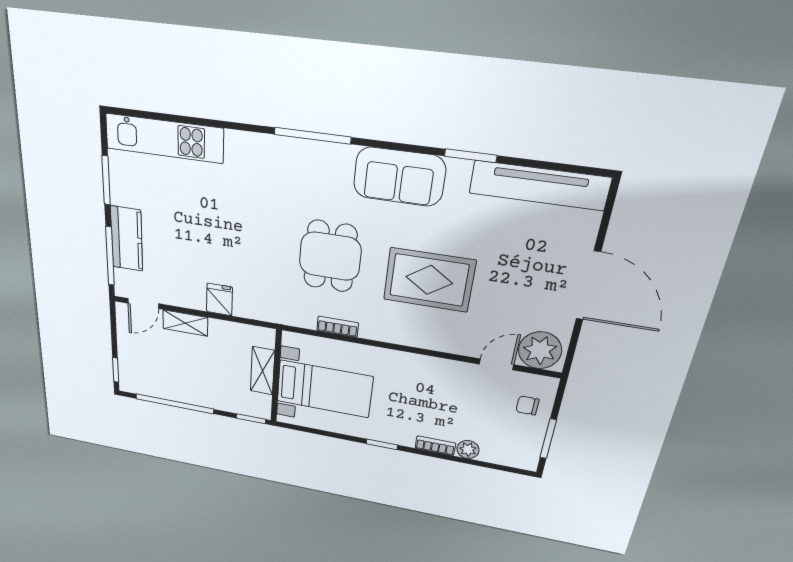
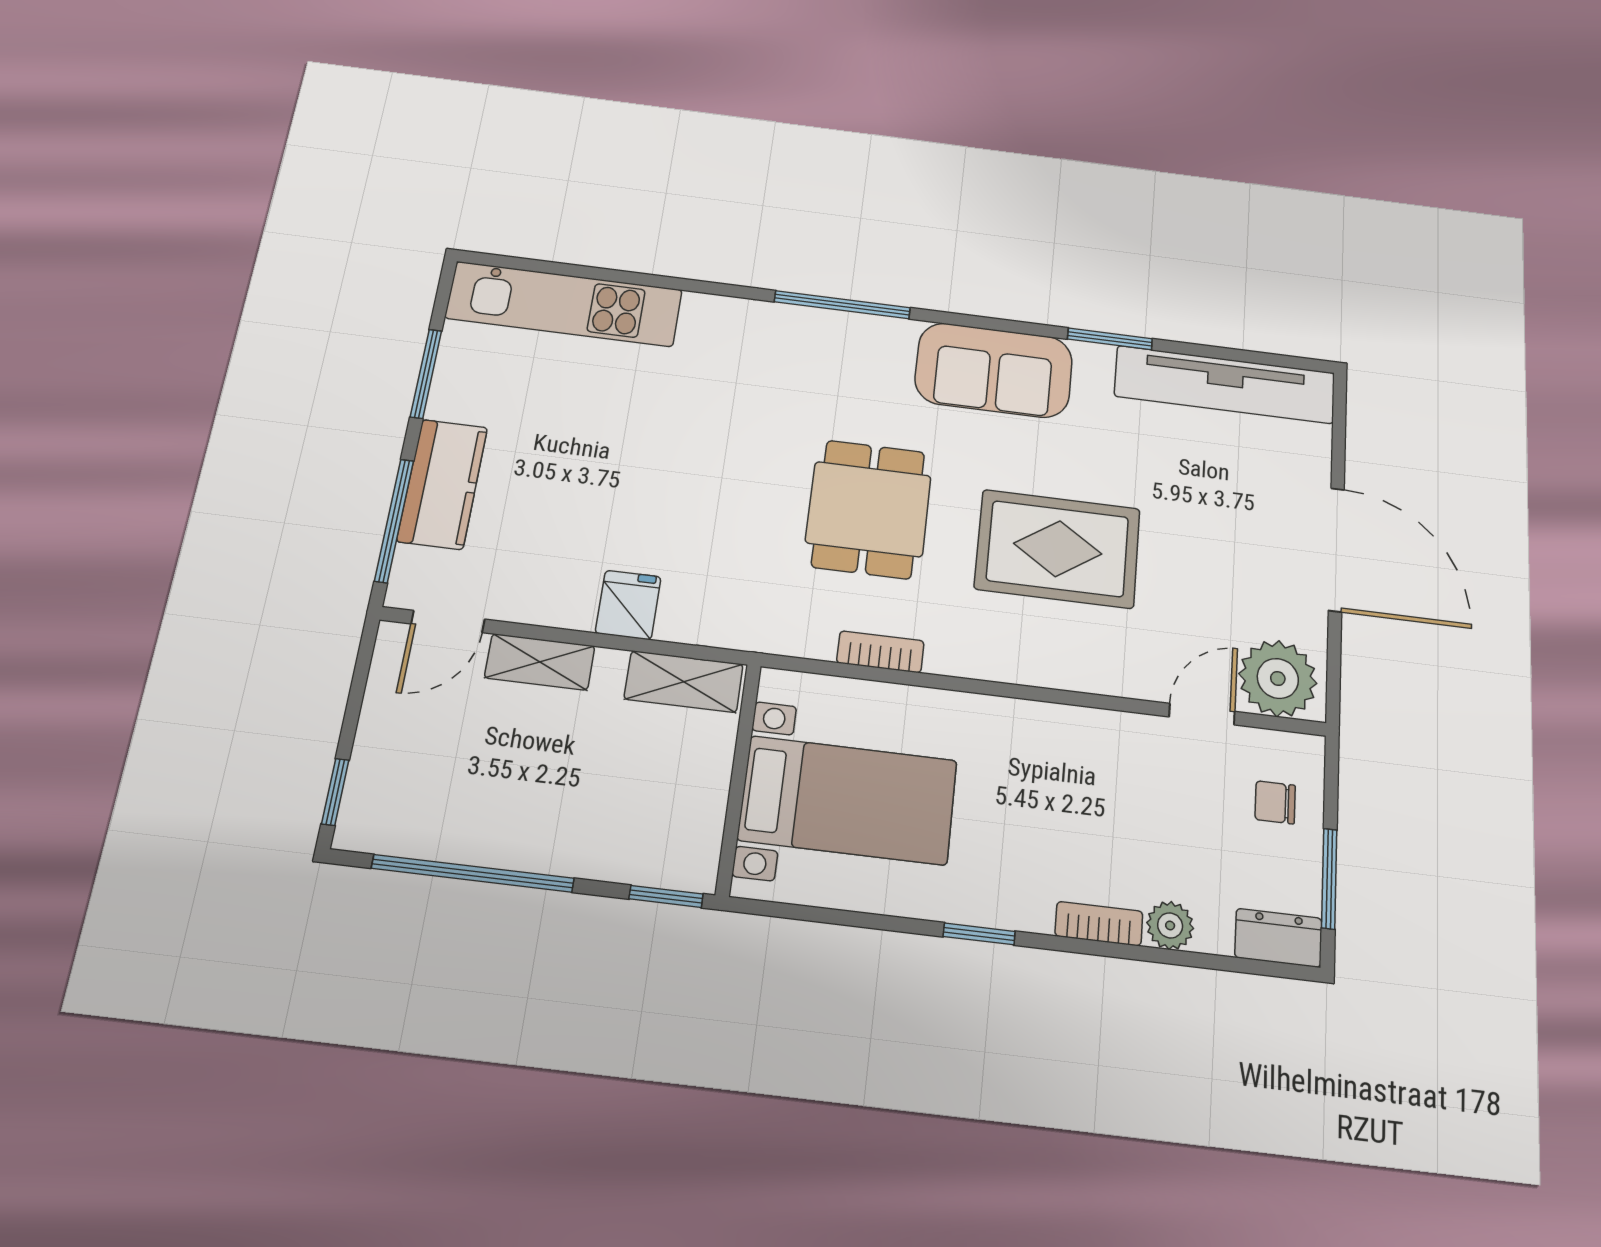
shelving: (262, 371) -> (684, 682), moved, turned 90
dresser: (518, 459) -> (1278, 938), added

